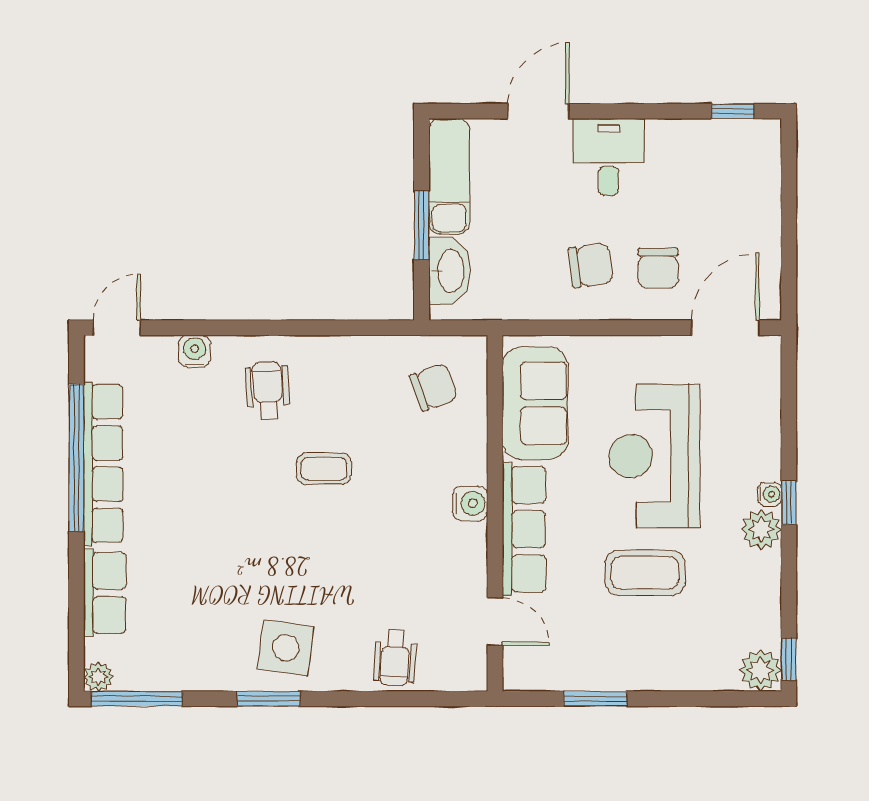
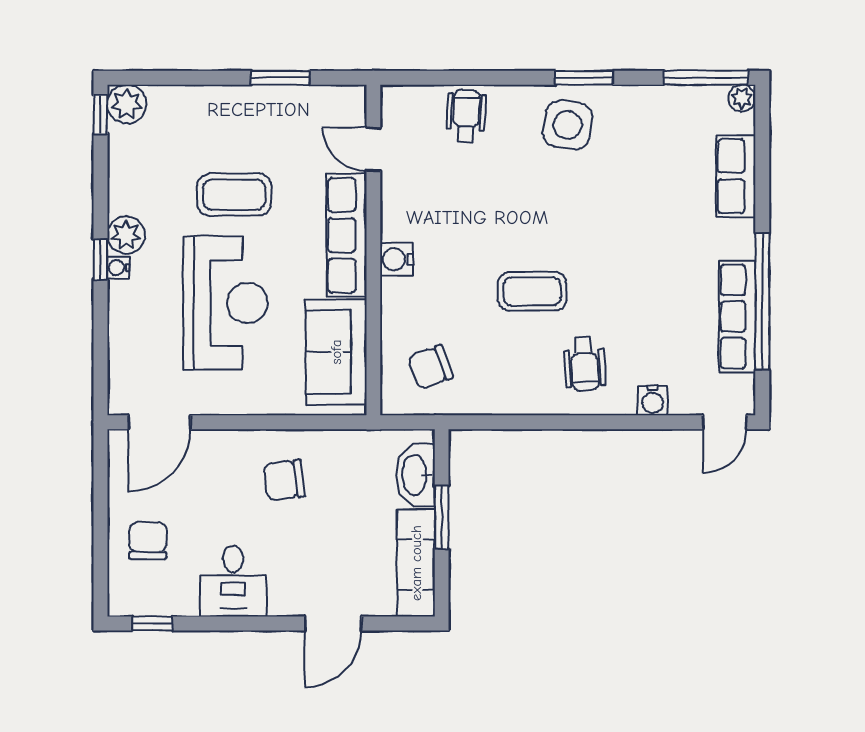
desk: (609, 157) -> (233, 581), moved
chair: (658, 268) -> (148, 541), moved
row of seats: (103, 464) -> (737, 317), width x0.73
coffee table: (324, 469) -> (532, 291), width x1.36, depth x1.30

